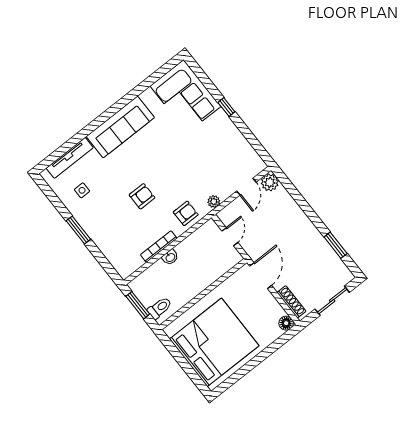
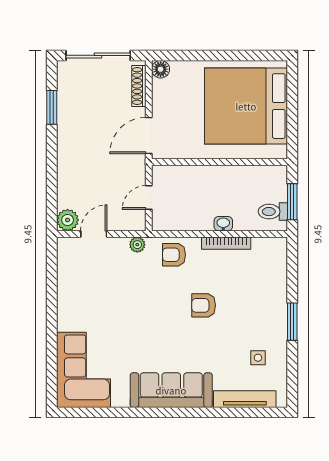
window: (226, 107) -> (52, 328), removed
sliding door: (332, 301) -> (98, 55), width x1.37
toilet: (160, 308) -> (273, 212), moved

